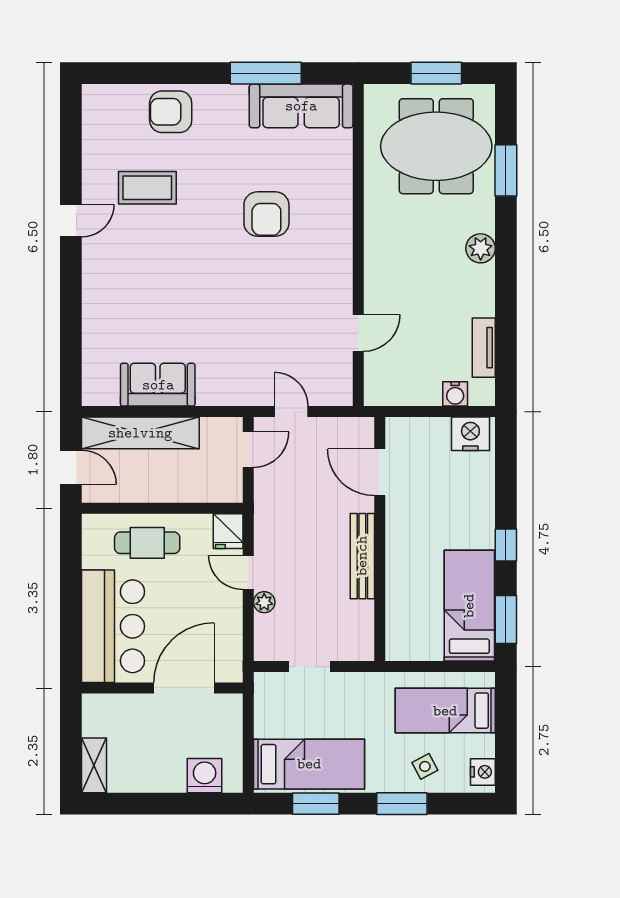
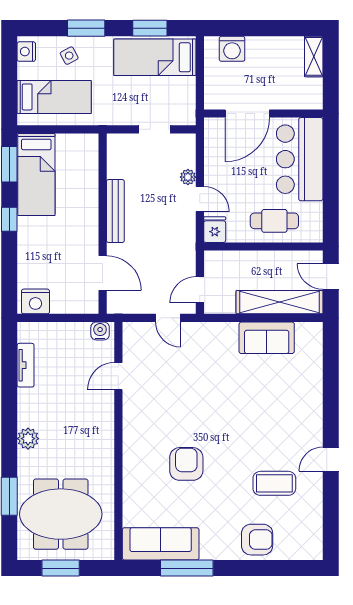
water cooler: (455, 394) -> (100, 331), moved

